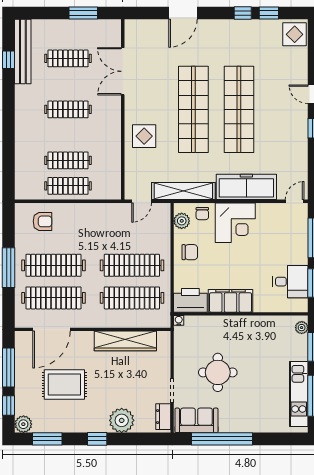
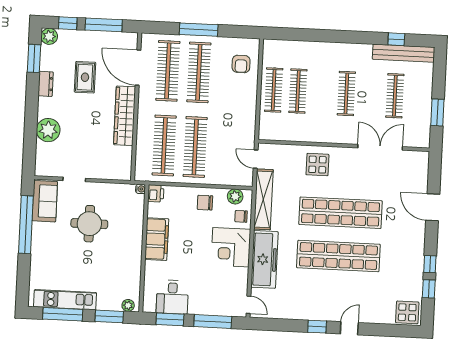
chair: (190, 252) -> (205, 203), turned 90
printer: (190, 300) -> (156, 193), width x0.53, depth x0.68
wardrobe: (125, 341) -> (125, 116), moved
rug: (64, 385) -> (85, 77), width x0.73, depth x0.70
dresser: (163, 417) -> (46, 84), moved, turned 90
window: (97, 439) -> (32, 106), removed

